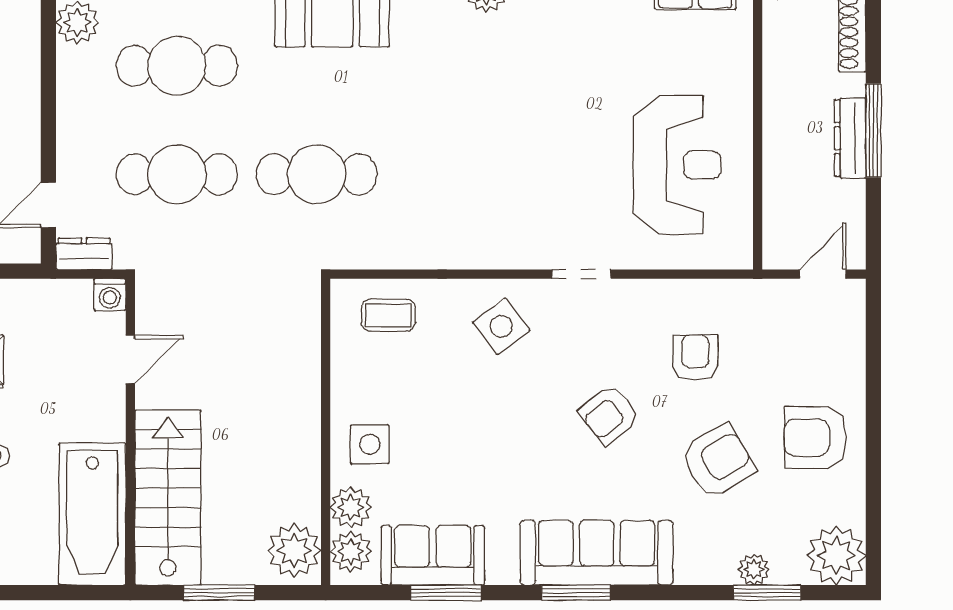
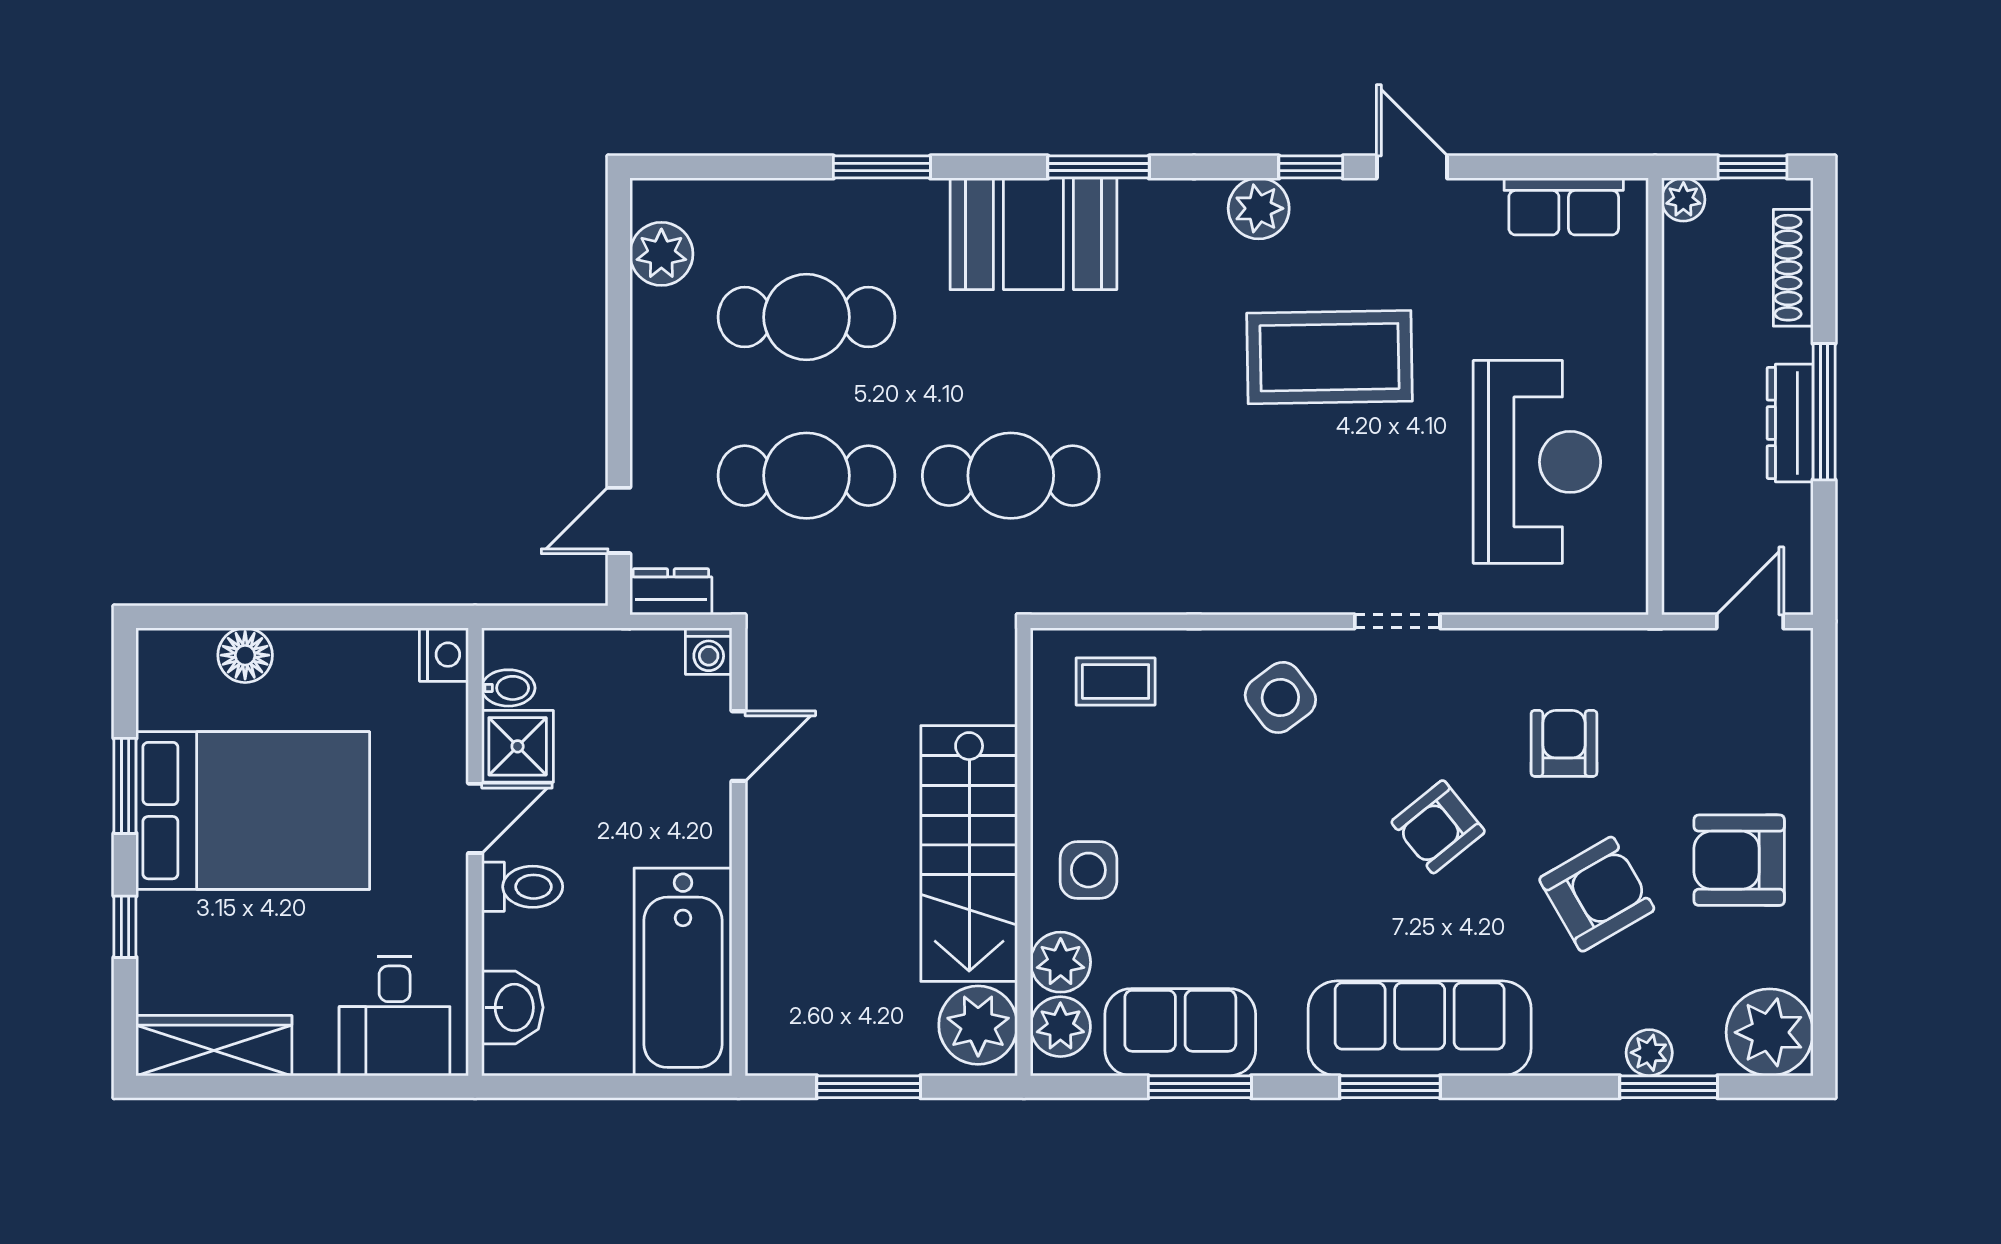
coffee table: (535, 93) -> (1329, 357), added
stairs: (168, 498) -> (969, 854), moved, turned 180

